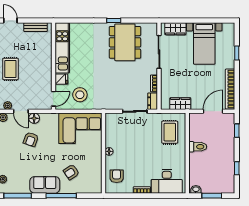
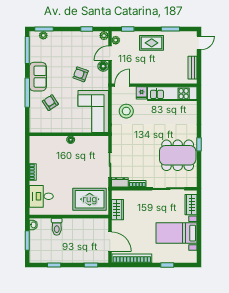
door: (53, 99) -> (122, 85), swing flipped
rug: (170, 132) -> (90, 199), width x1.36, depth x1.43
armchair: (31, 139) -> (81, 74), moved
toilet: (198, 147) -> (57, 227), moved
armchair: (117, 176) -> (46, 147), removed
desk: (167, 181) -> (41, 196), width x0.73

